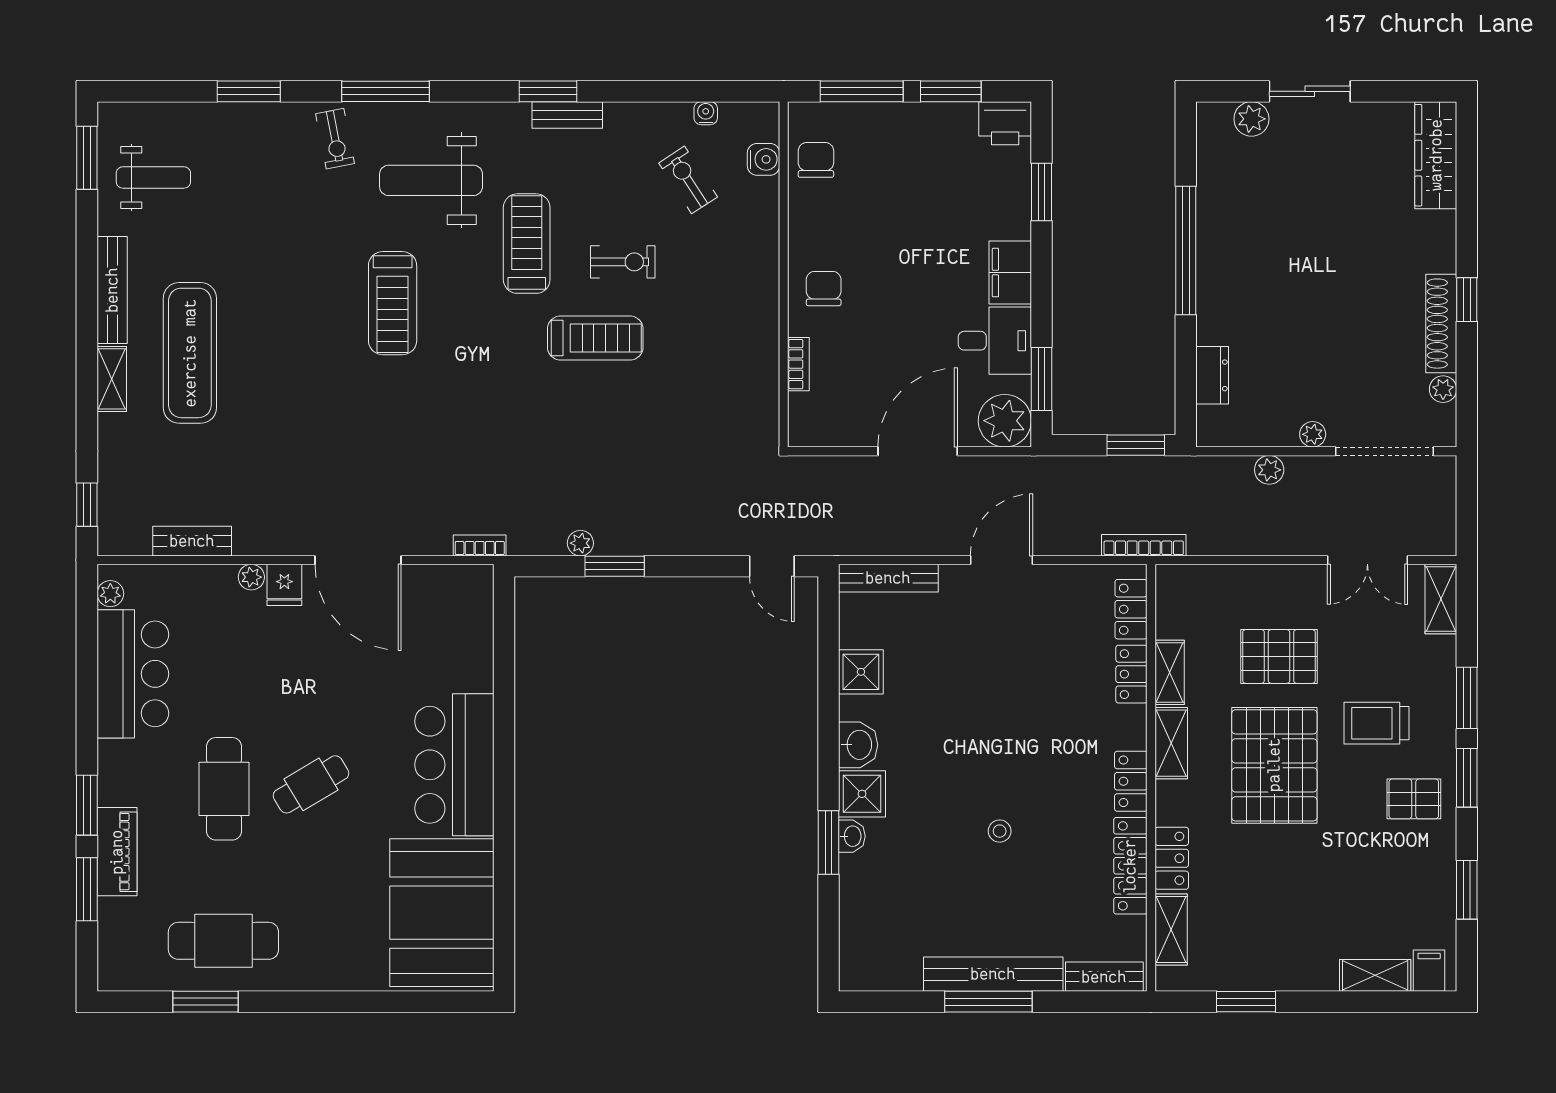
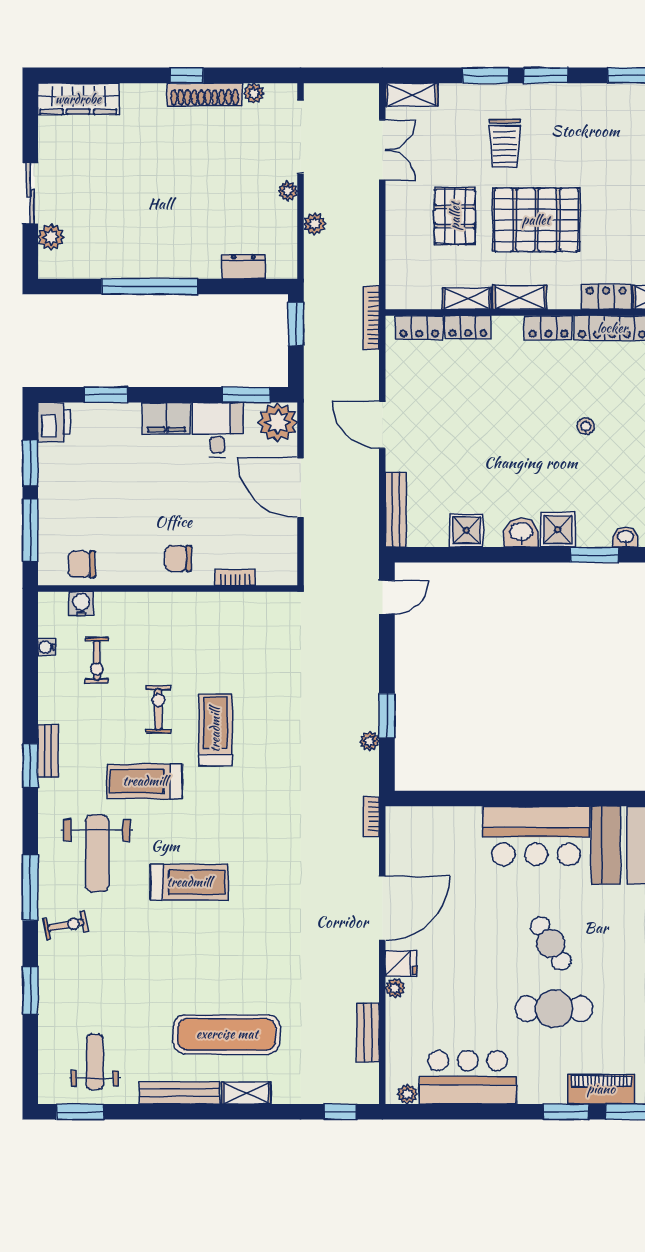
exercise bike: (688, 180) -> (97, 660), turned -57
pallet: (1414, 799) -> (562, 115), removed
washbasin: (852, 836) -> (625, 537), moved

